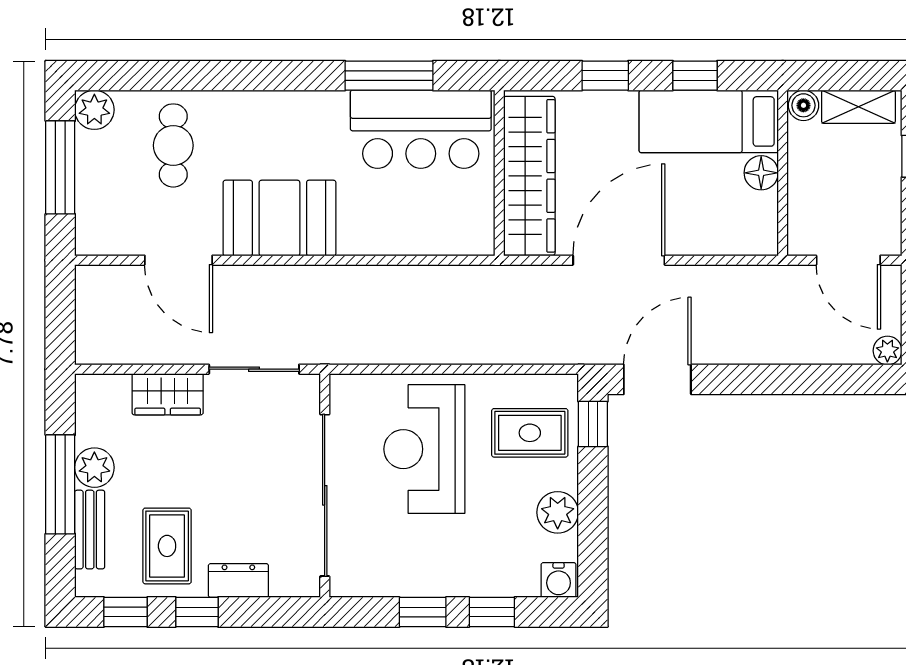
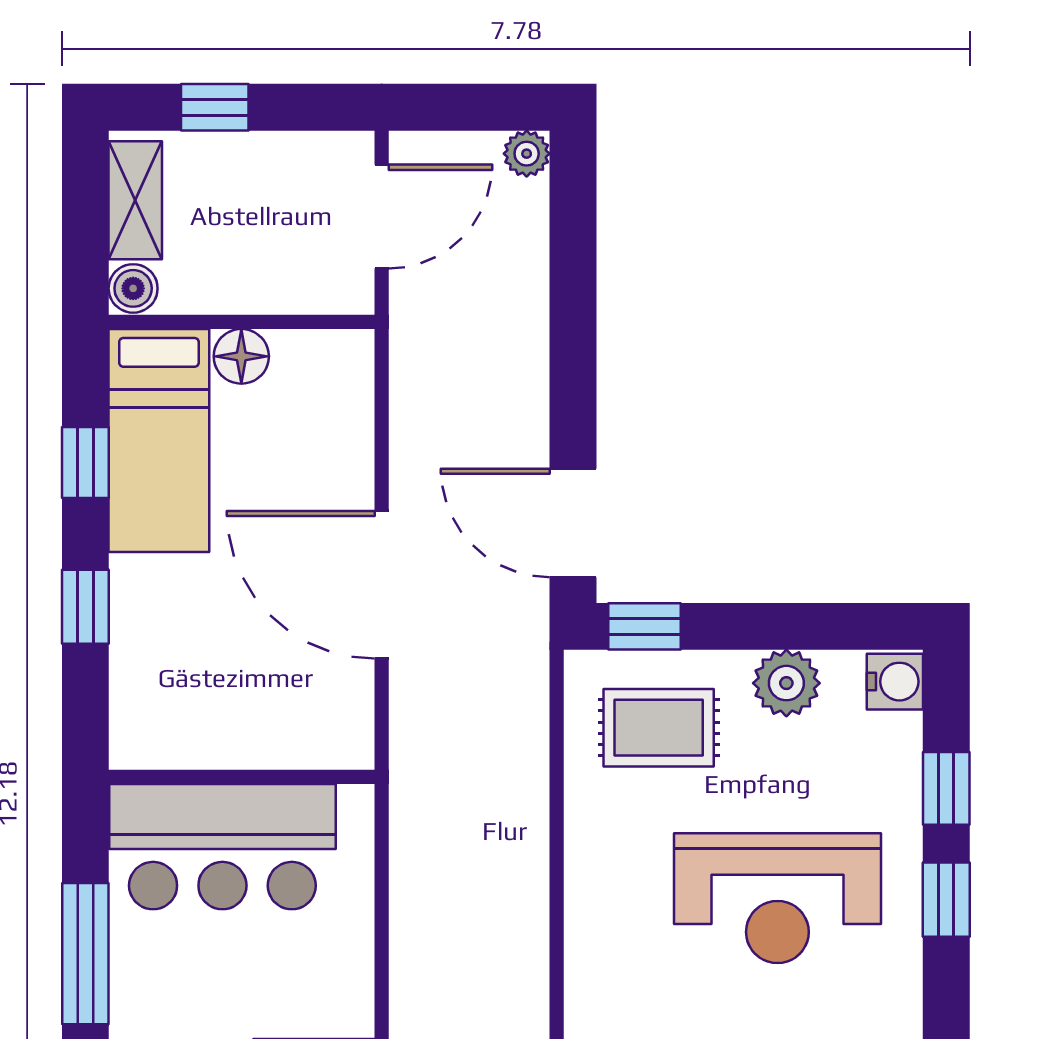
bar counter: (421, 129) -> (222, 847), moved, turned 90
wardrobe: (529, 176) -> (246, 729), removed
rug: (530, 433) -> (659, 728), turned 90
reception desk: (424, 449) -> (777, 898), moved

